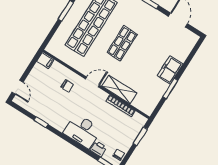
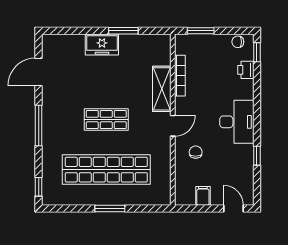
filing cabinet: (45, 61) -> (203, 196), moved
door: (92, 82) -> (173, 126), swing flipped
door: (18, 87) -> (234, 208), hinge flipped
desk: (82, 131) -> (237, 122), moved

